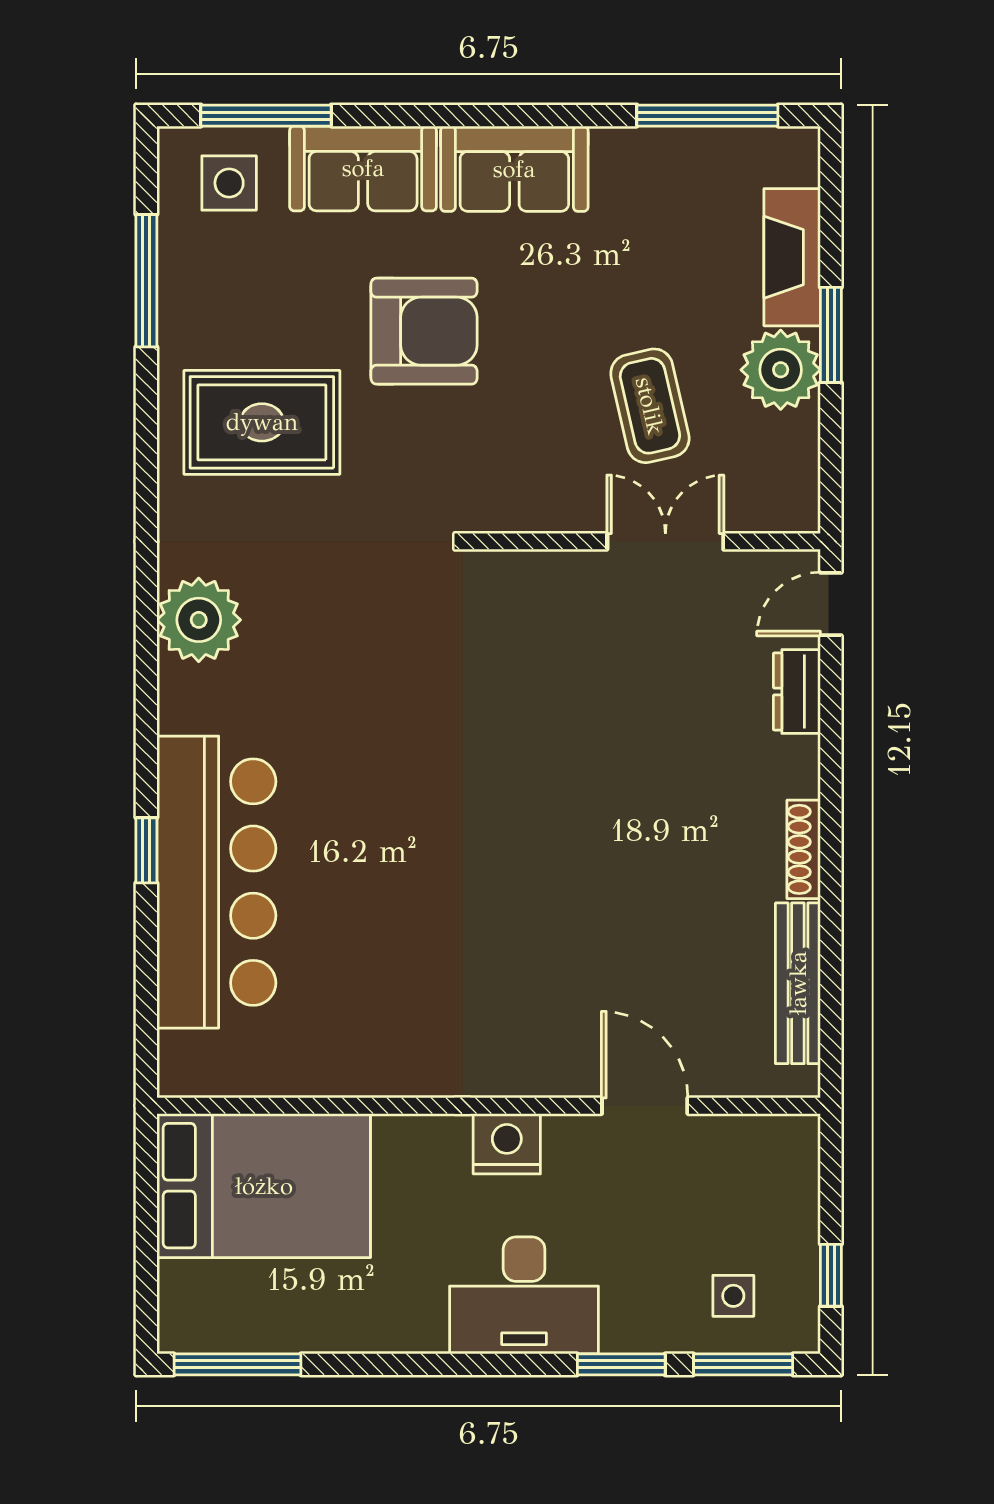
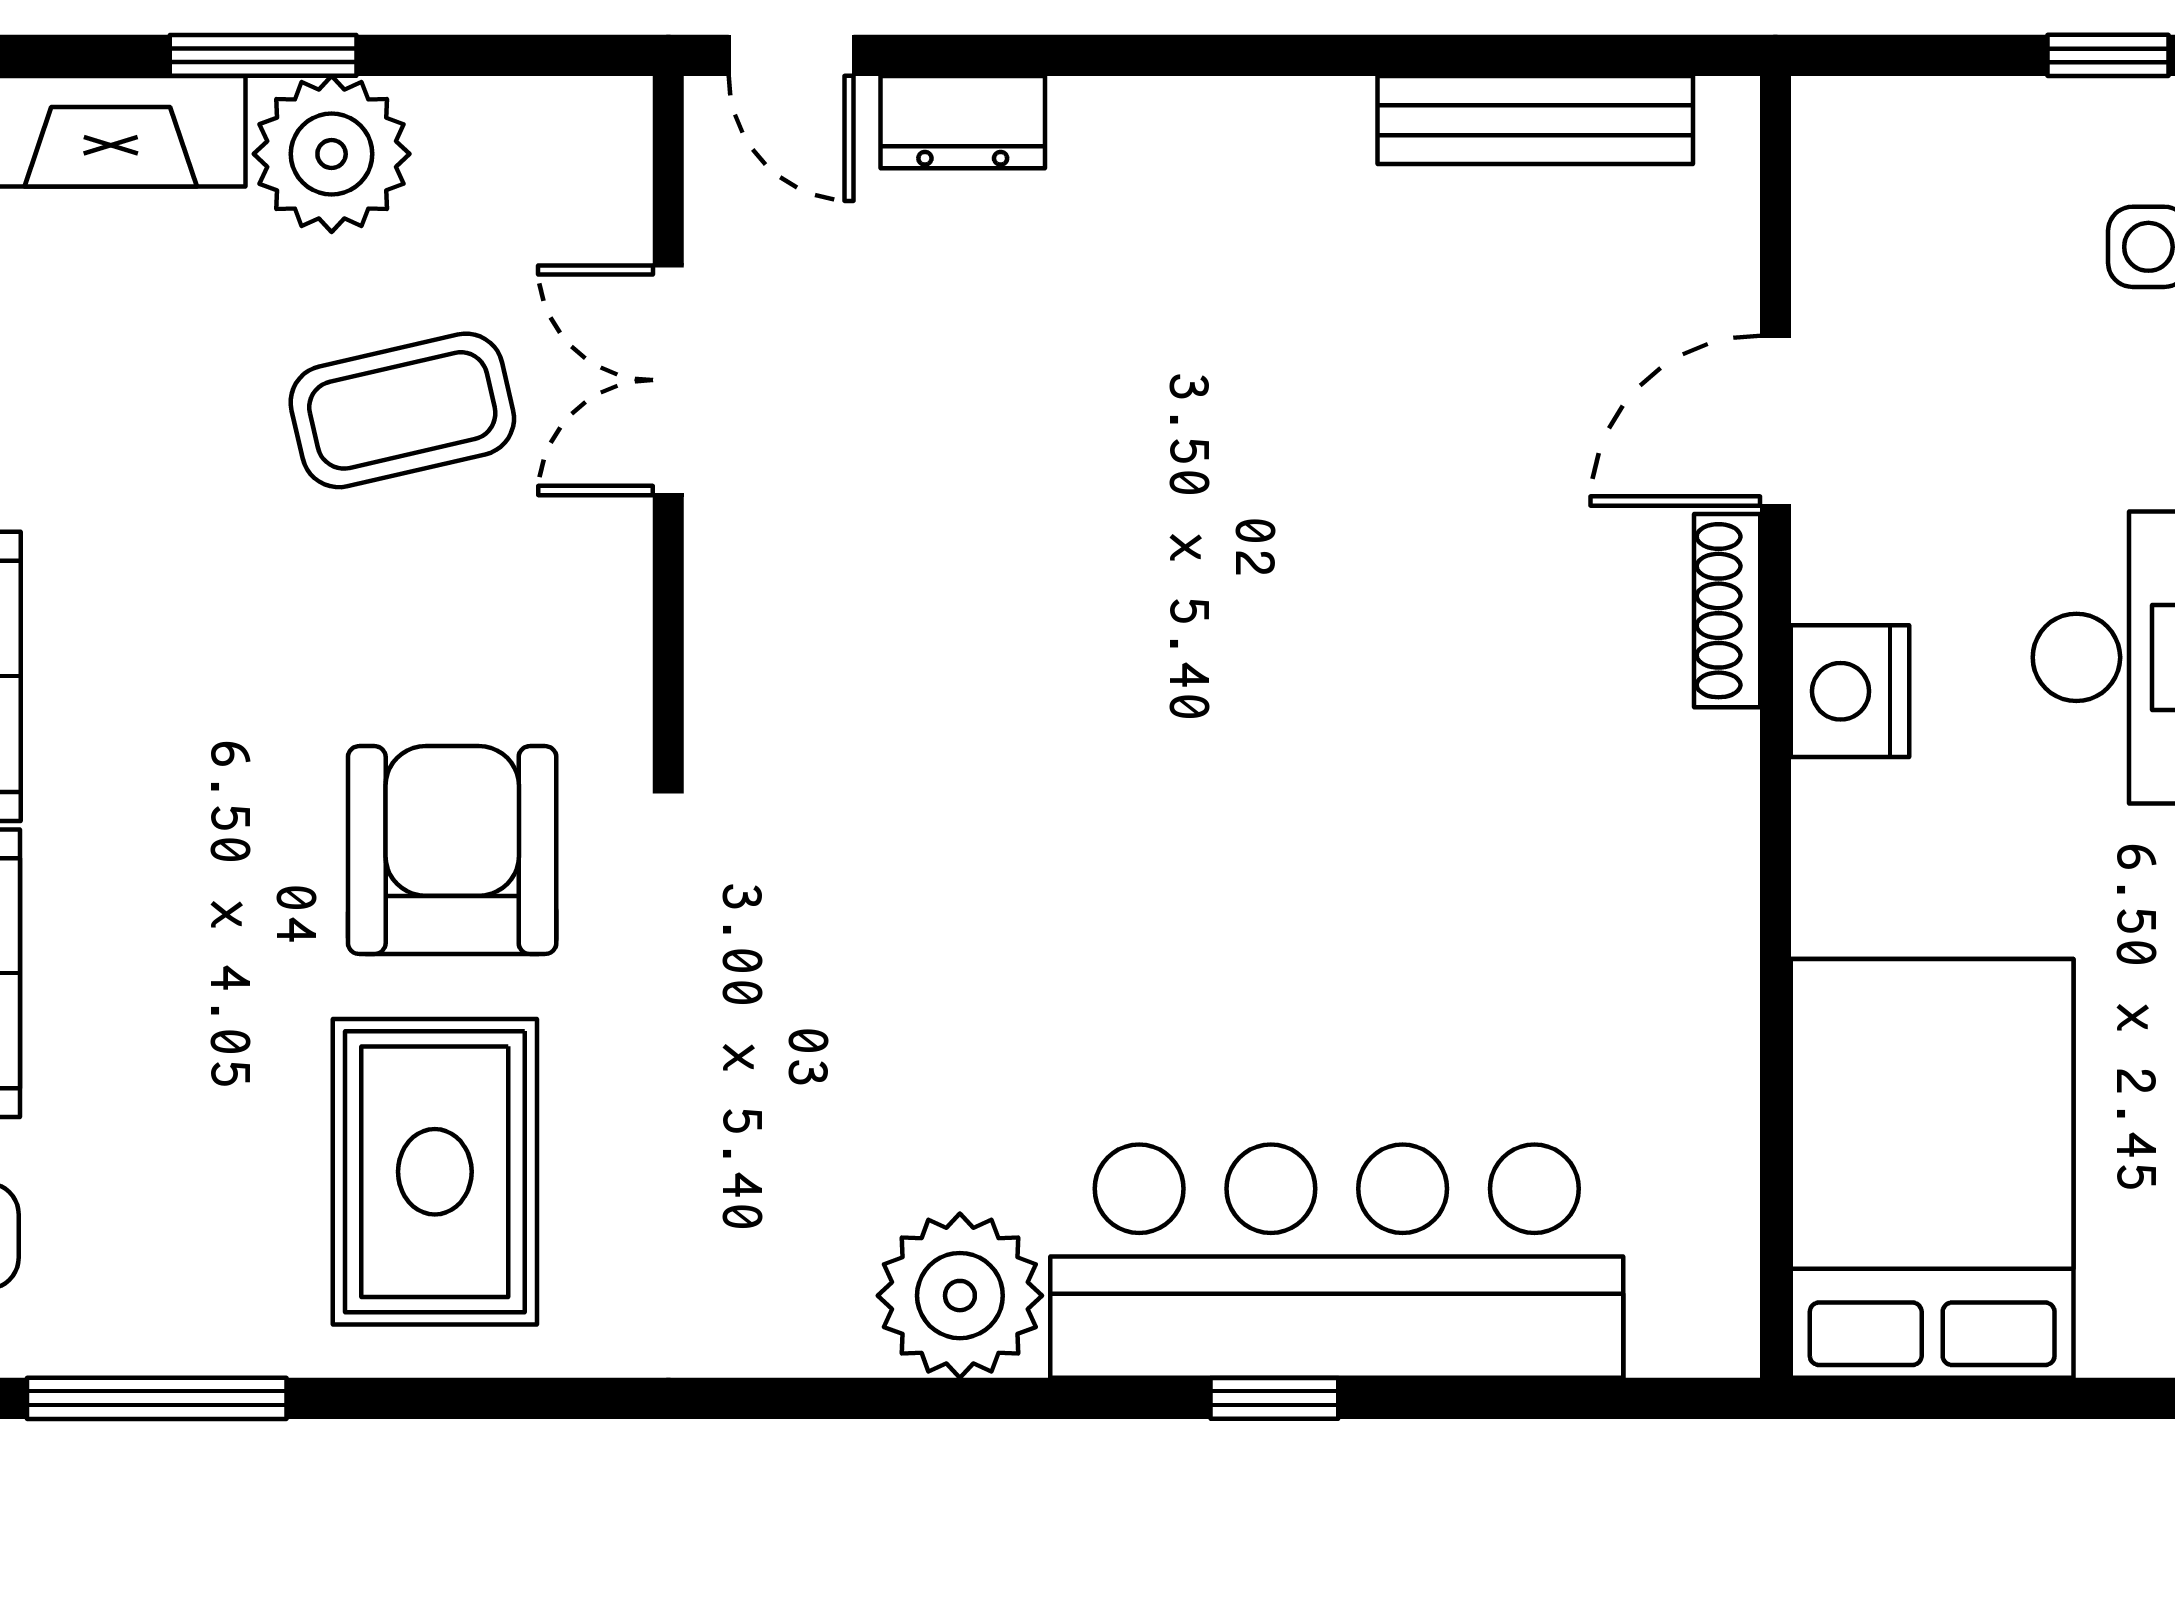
armchair: (424, 331) -> (452, 850), moved
plant: (199, 620) -> (960, 1296), moved
shoe rack: (804, 849) -> (1727, 611), moved, turned 90

